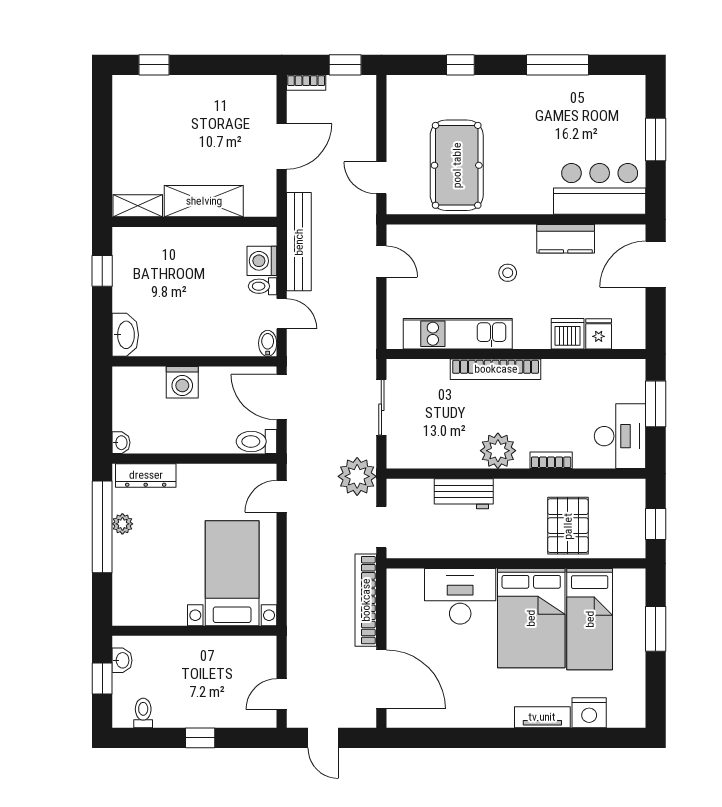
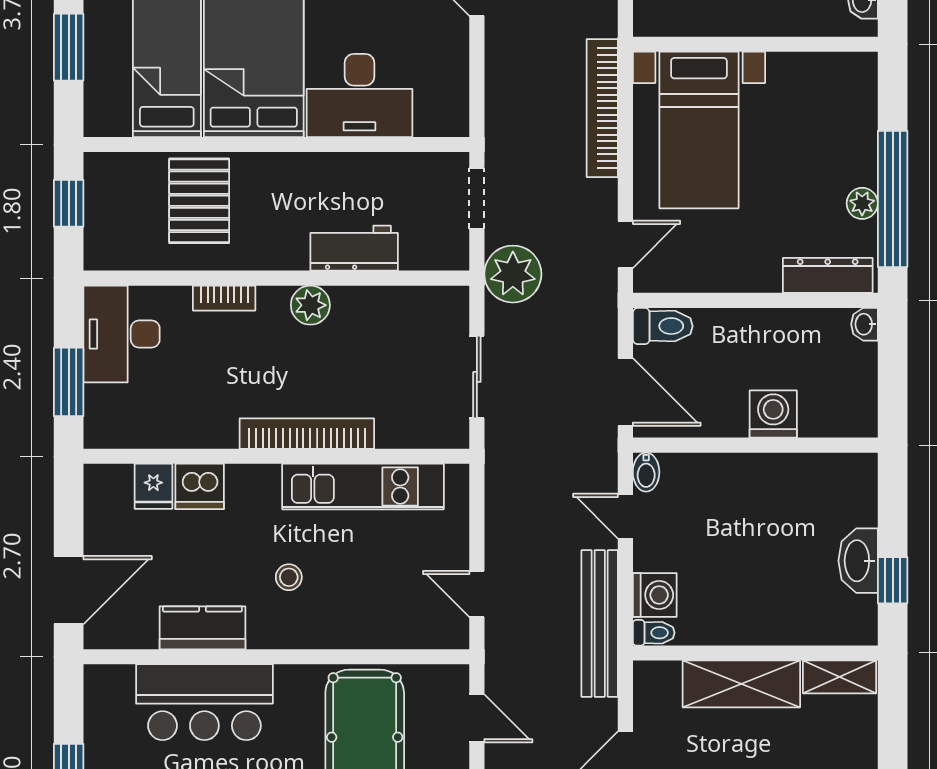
bar counter: (600, 189) -> (204, 702), moved
toilet: (263, 286) -> (654, 633), moved
washbasin: (125, 335) -> (858, 561), moved
plant: (498, 451) -> (310, 305), width x0.73, depth x0.73
bookcase: (366, 600) -> (602, 108), moved, turned 180

